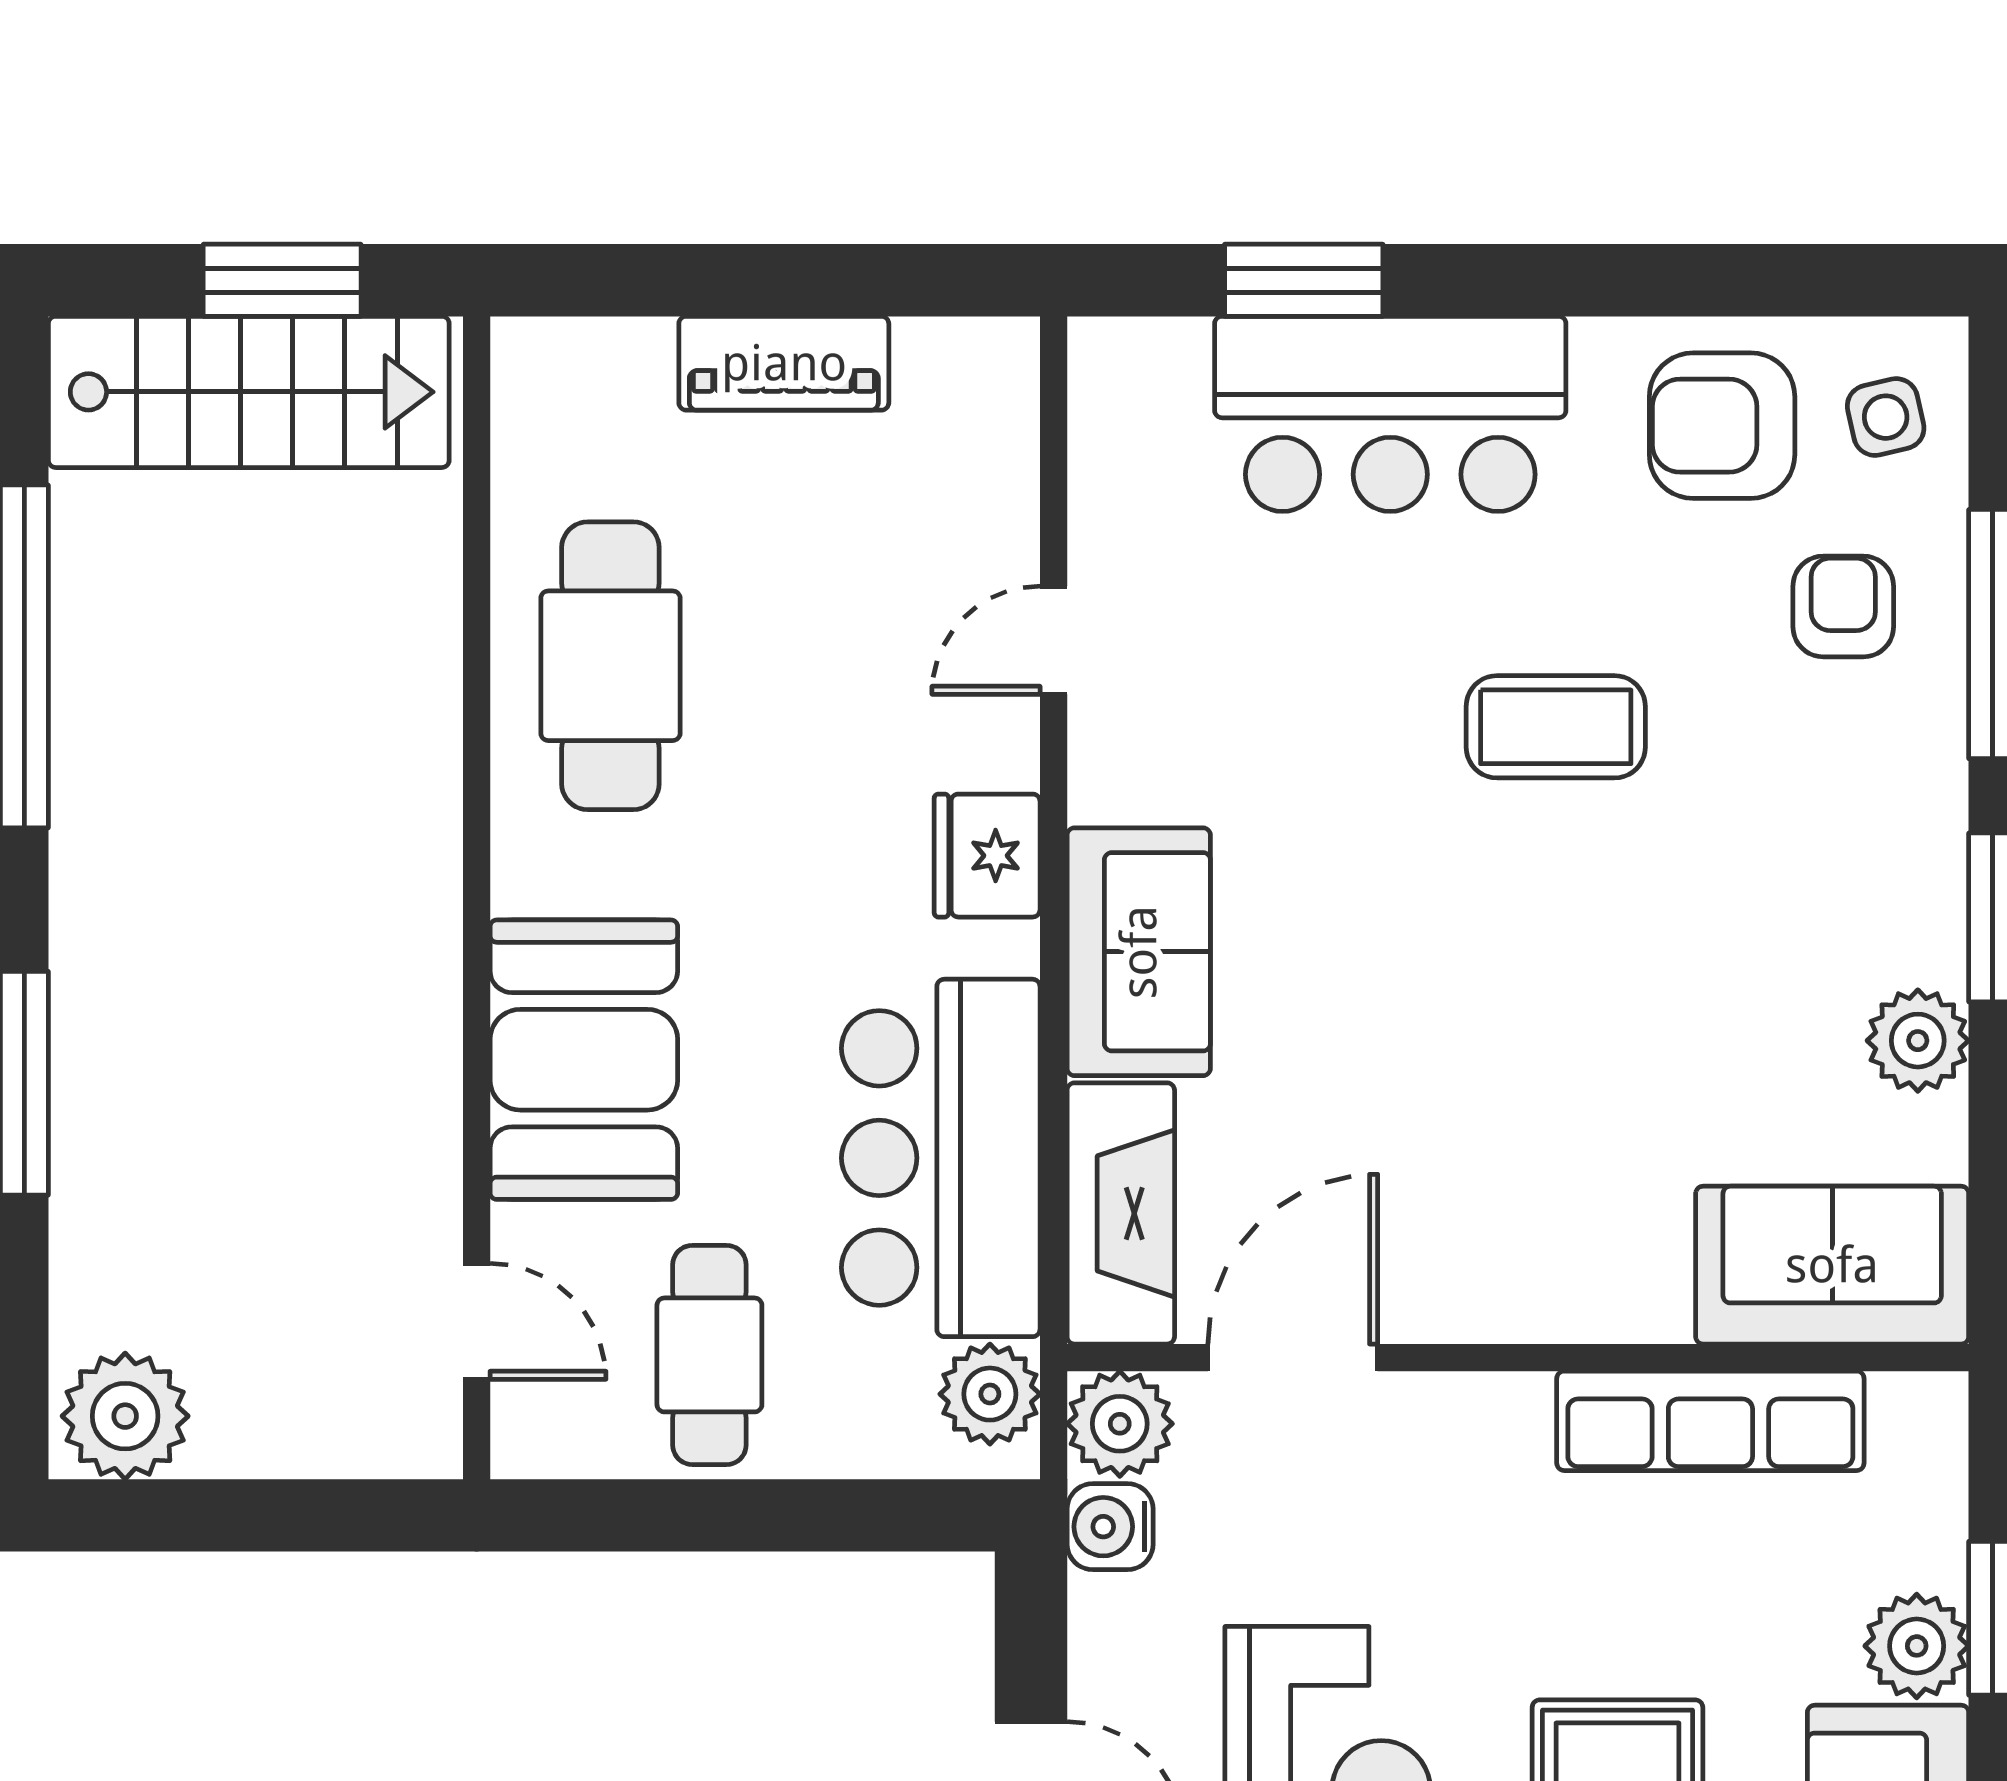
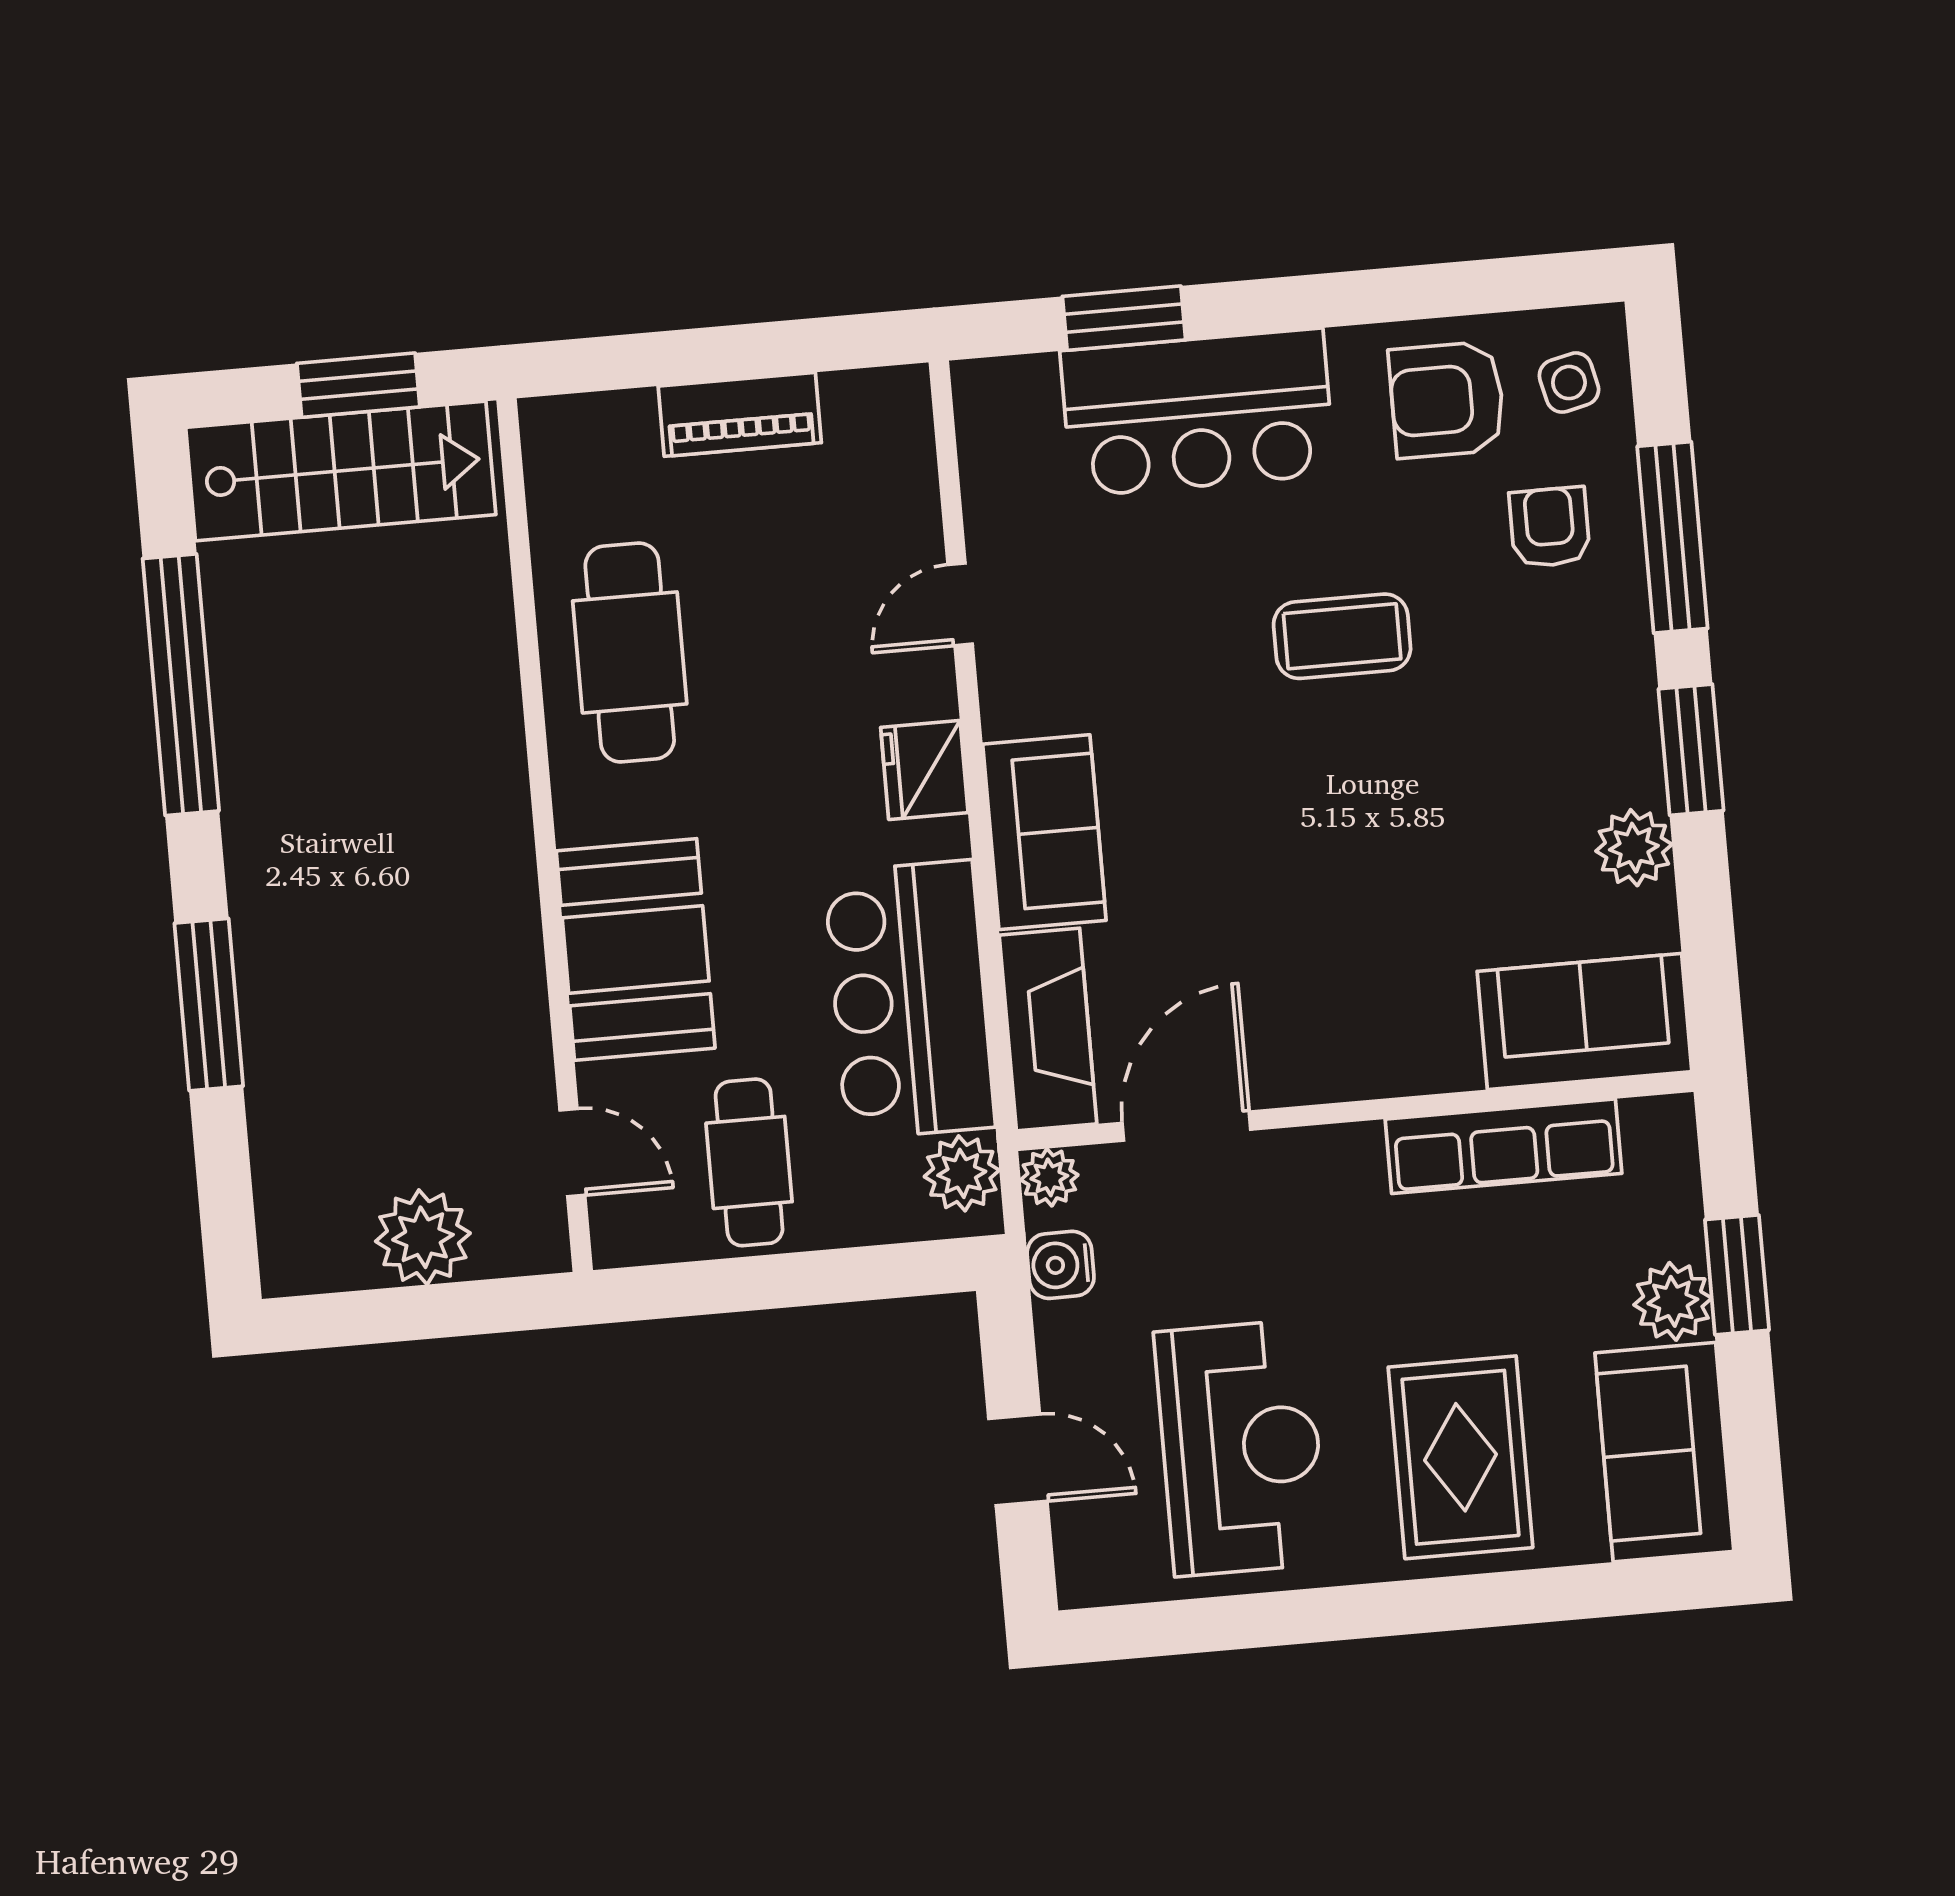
plant: (125, 1416) -> (423, 1237), moved
plant: (1120, 1424) -> (1049, 1177), width x0.73, depth x0.73

